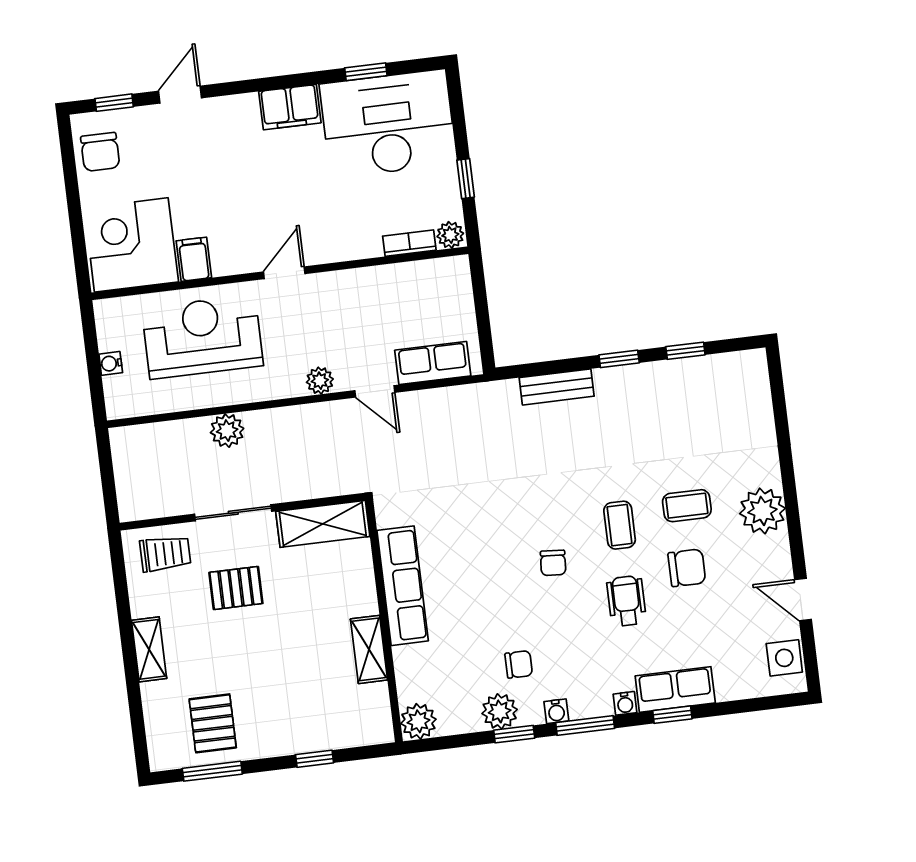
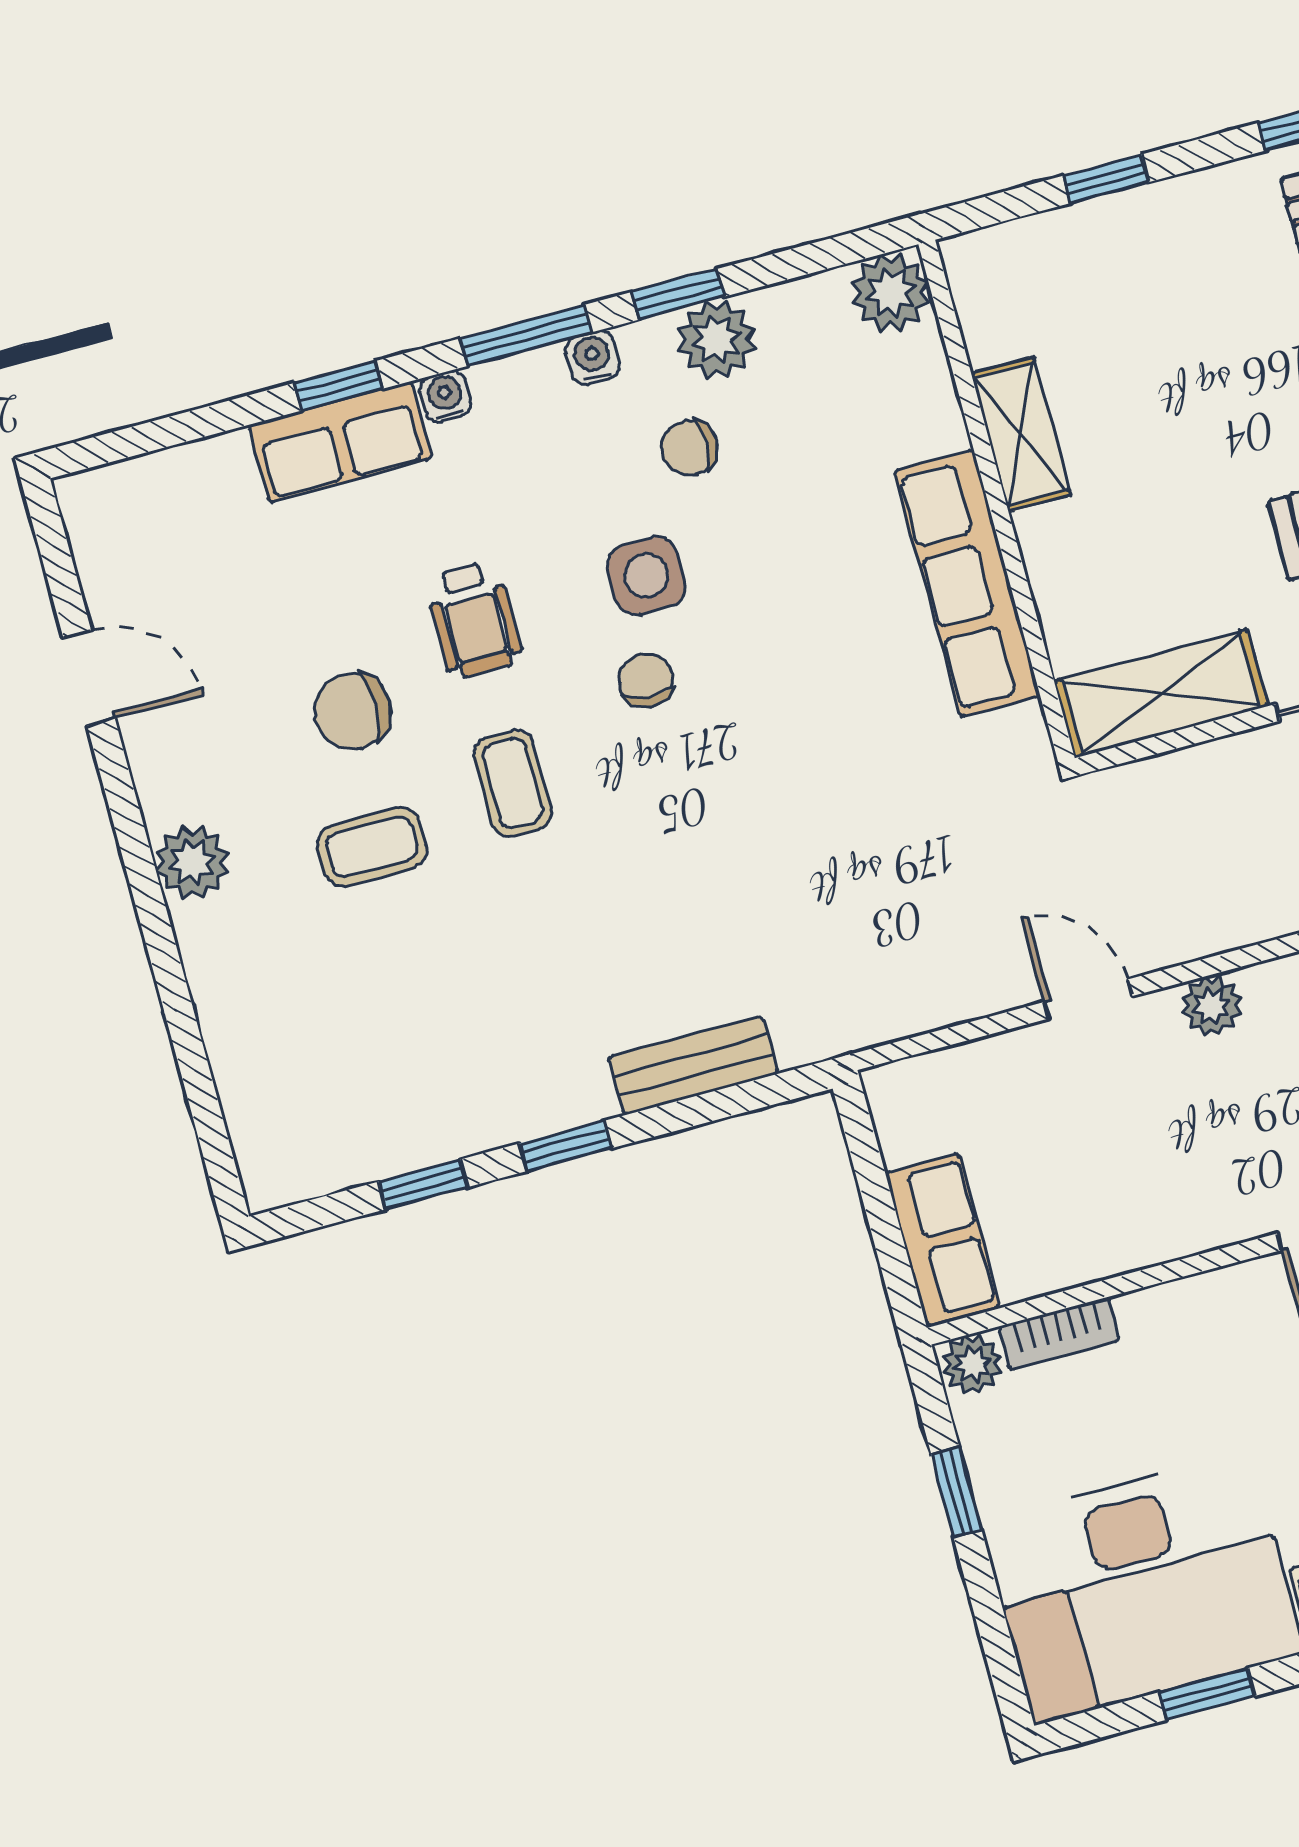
row of seats: (433, 363) -> (942, 1240), moved, turned -90
plant: (762, 511) -> (192, 862), width x0.73, depth x0.73
side table: (784, 658) -> (646, 576), moved

